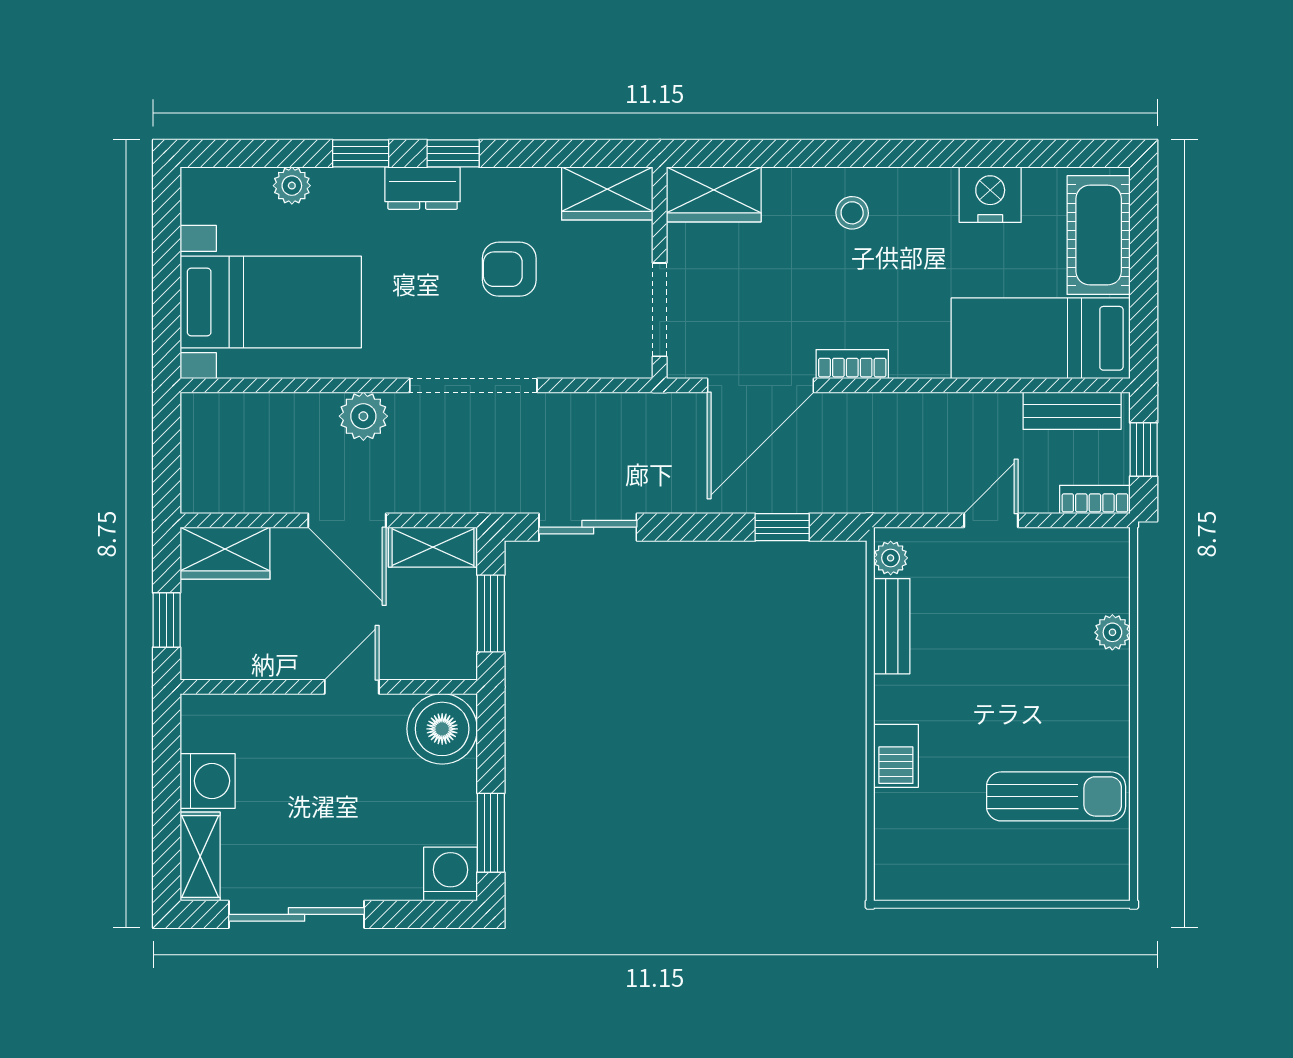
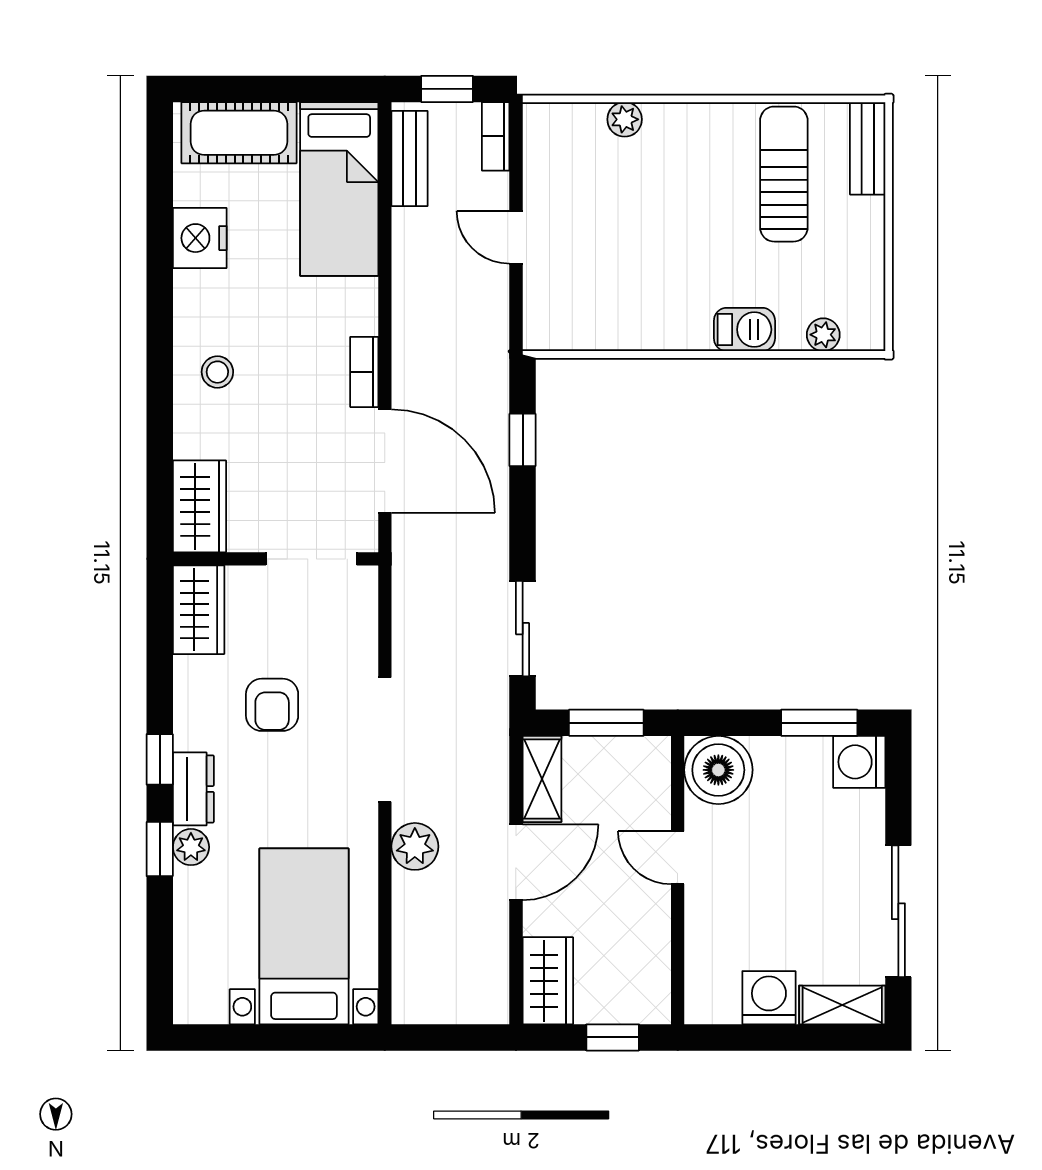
plant: (292, 186) -> (191, 847), moved
plant: (891, 558) -> (823, 335), moved
bench: (892, 626) -> (868, 148), moved, turned 90

